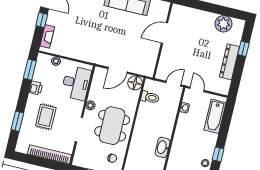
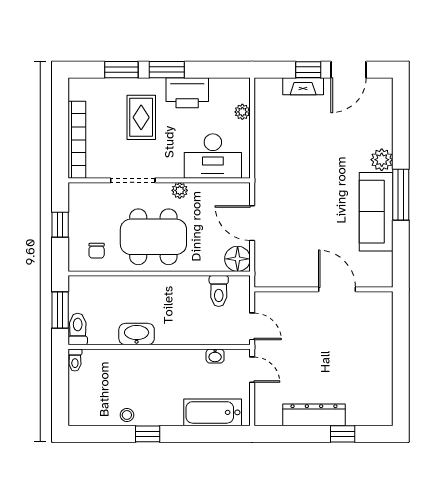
plant: (224, 24) -> (378, 389), removed
fireplace: (47, 36) -> (303, 86), moved
window: (30, 70) -> (167, 70), moved
printer: (36, 88) -> (187, 93), width x1.87, depth x1.48
door: (197, 89) -> (252, 370), hinge flipped
rug: (46, 117) -> (141, 117), turned 90

